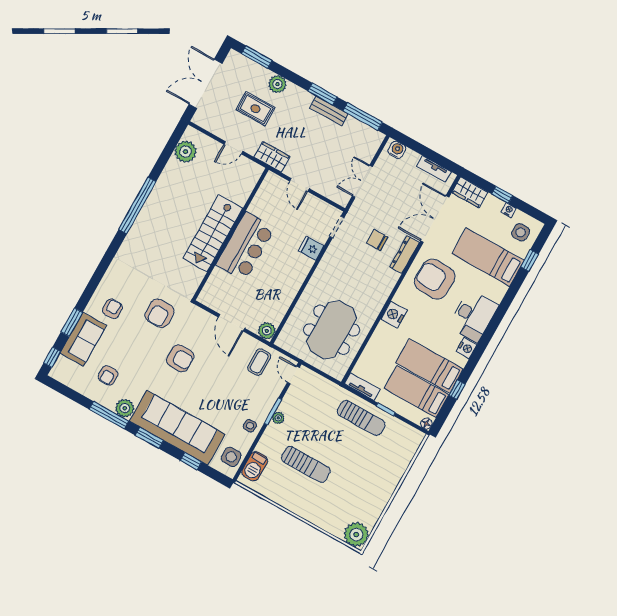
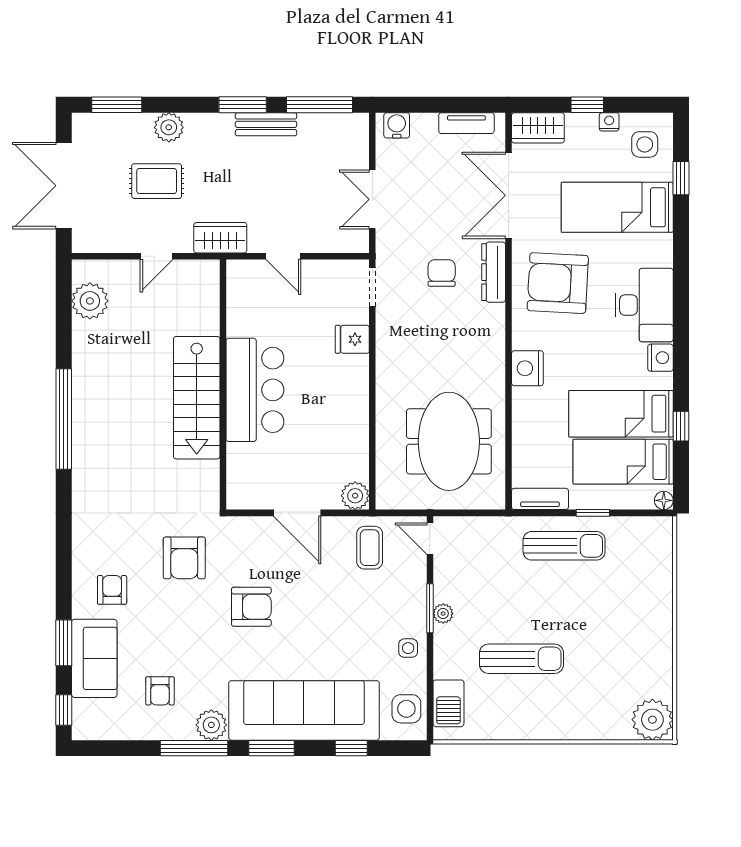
chair: (377, 240) -> (442, 273), turned 90

